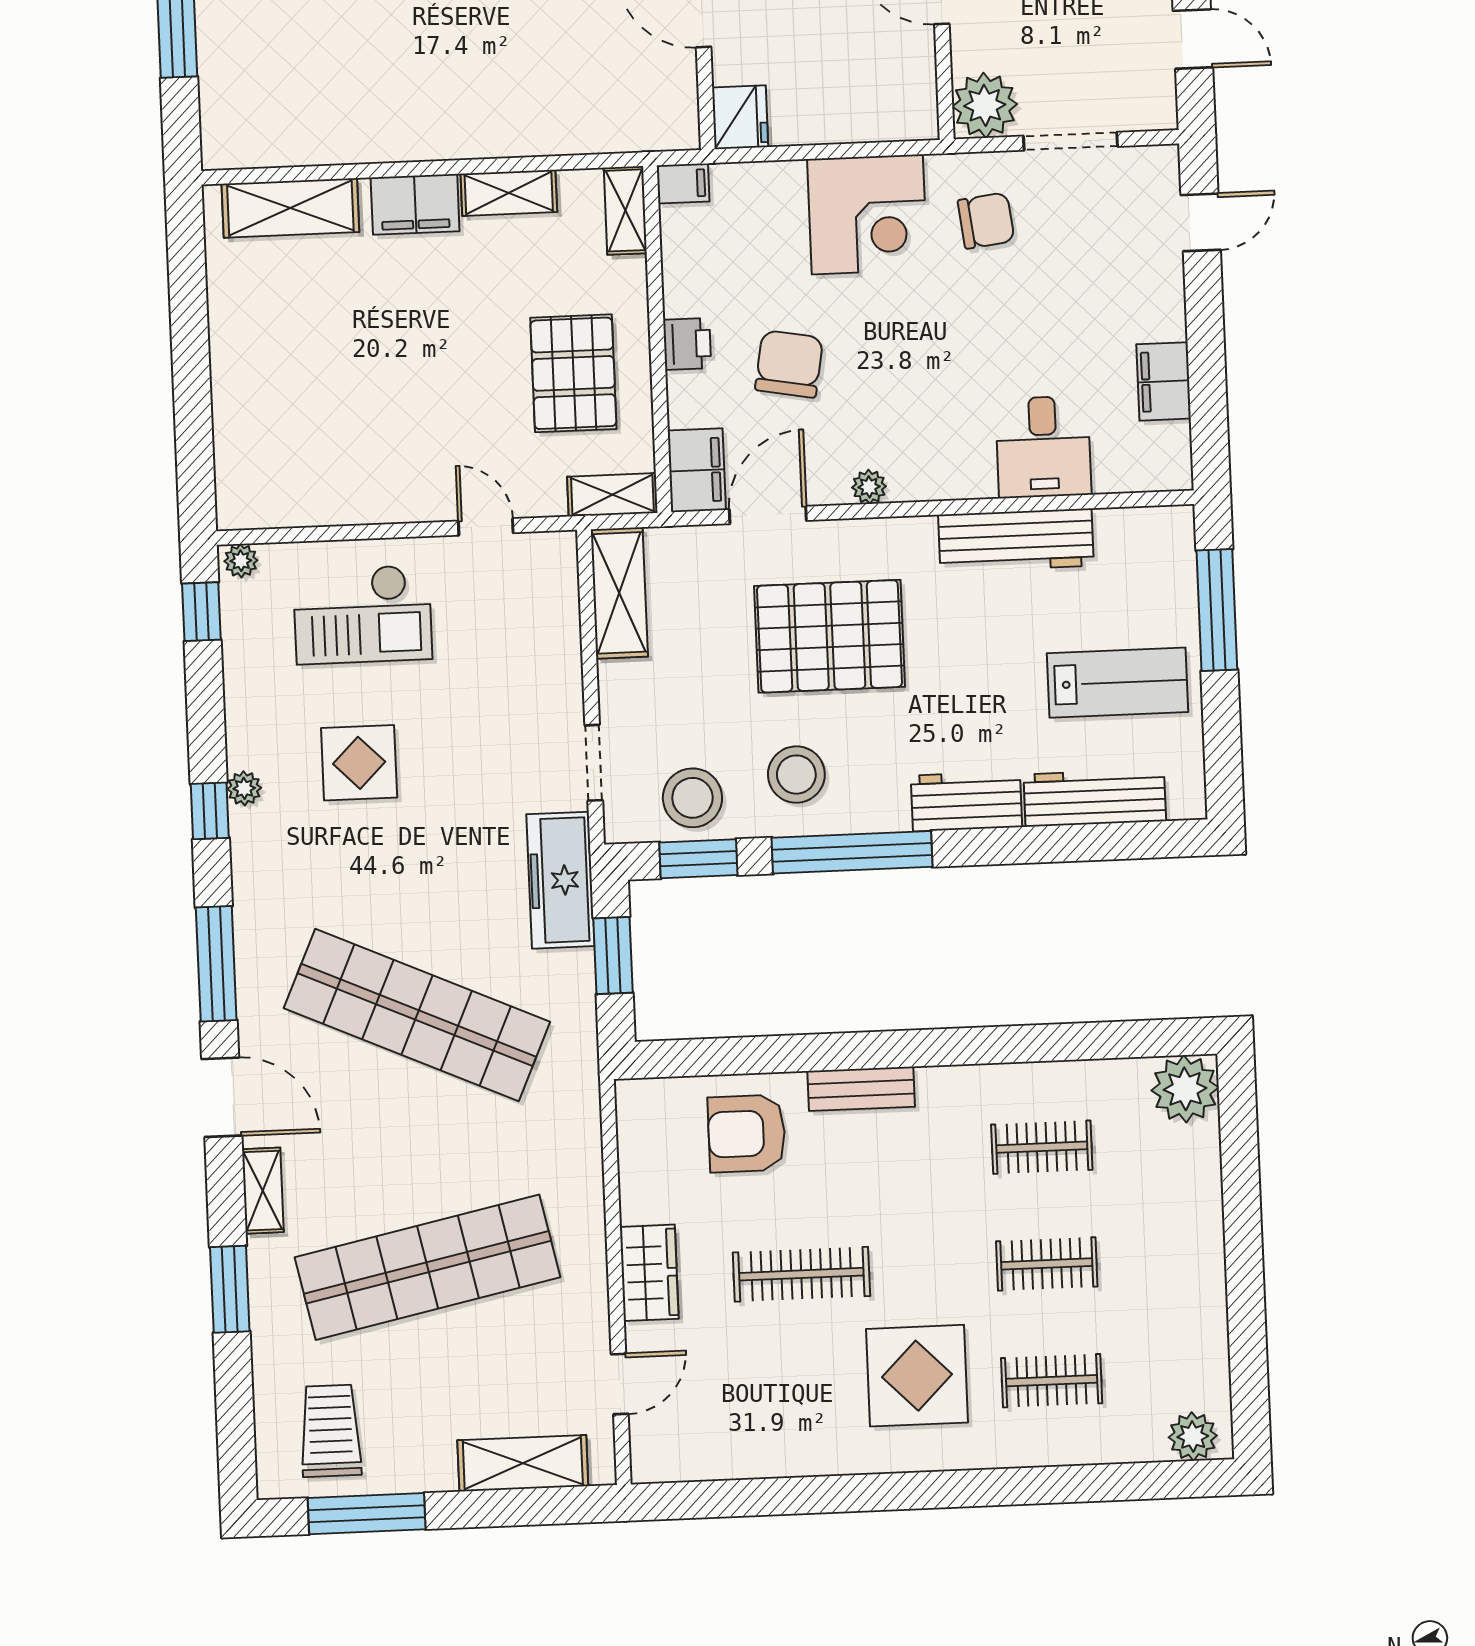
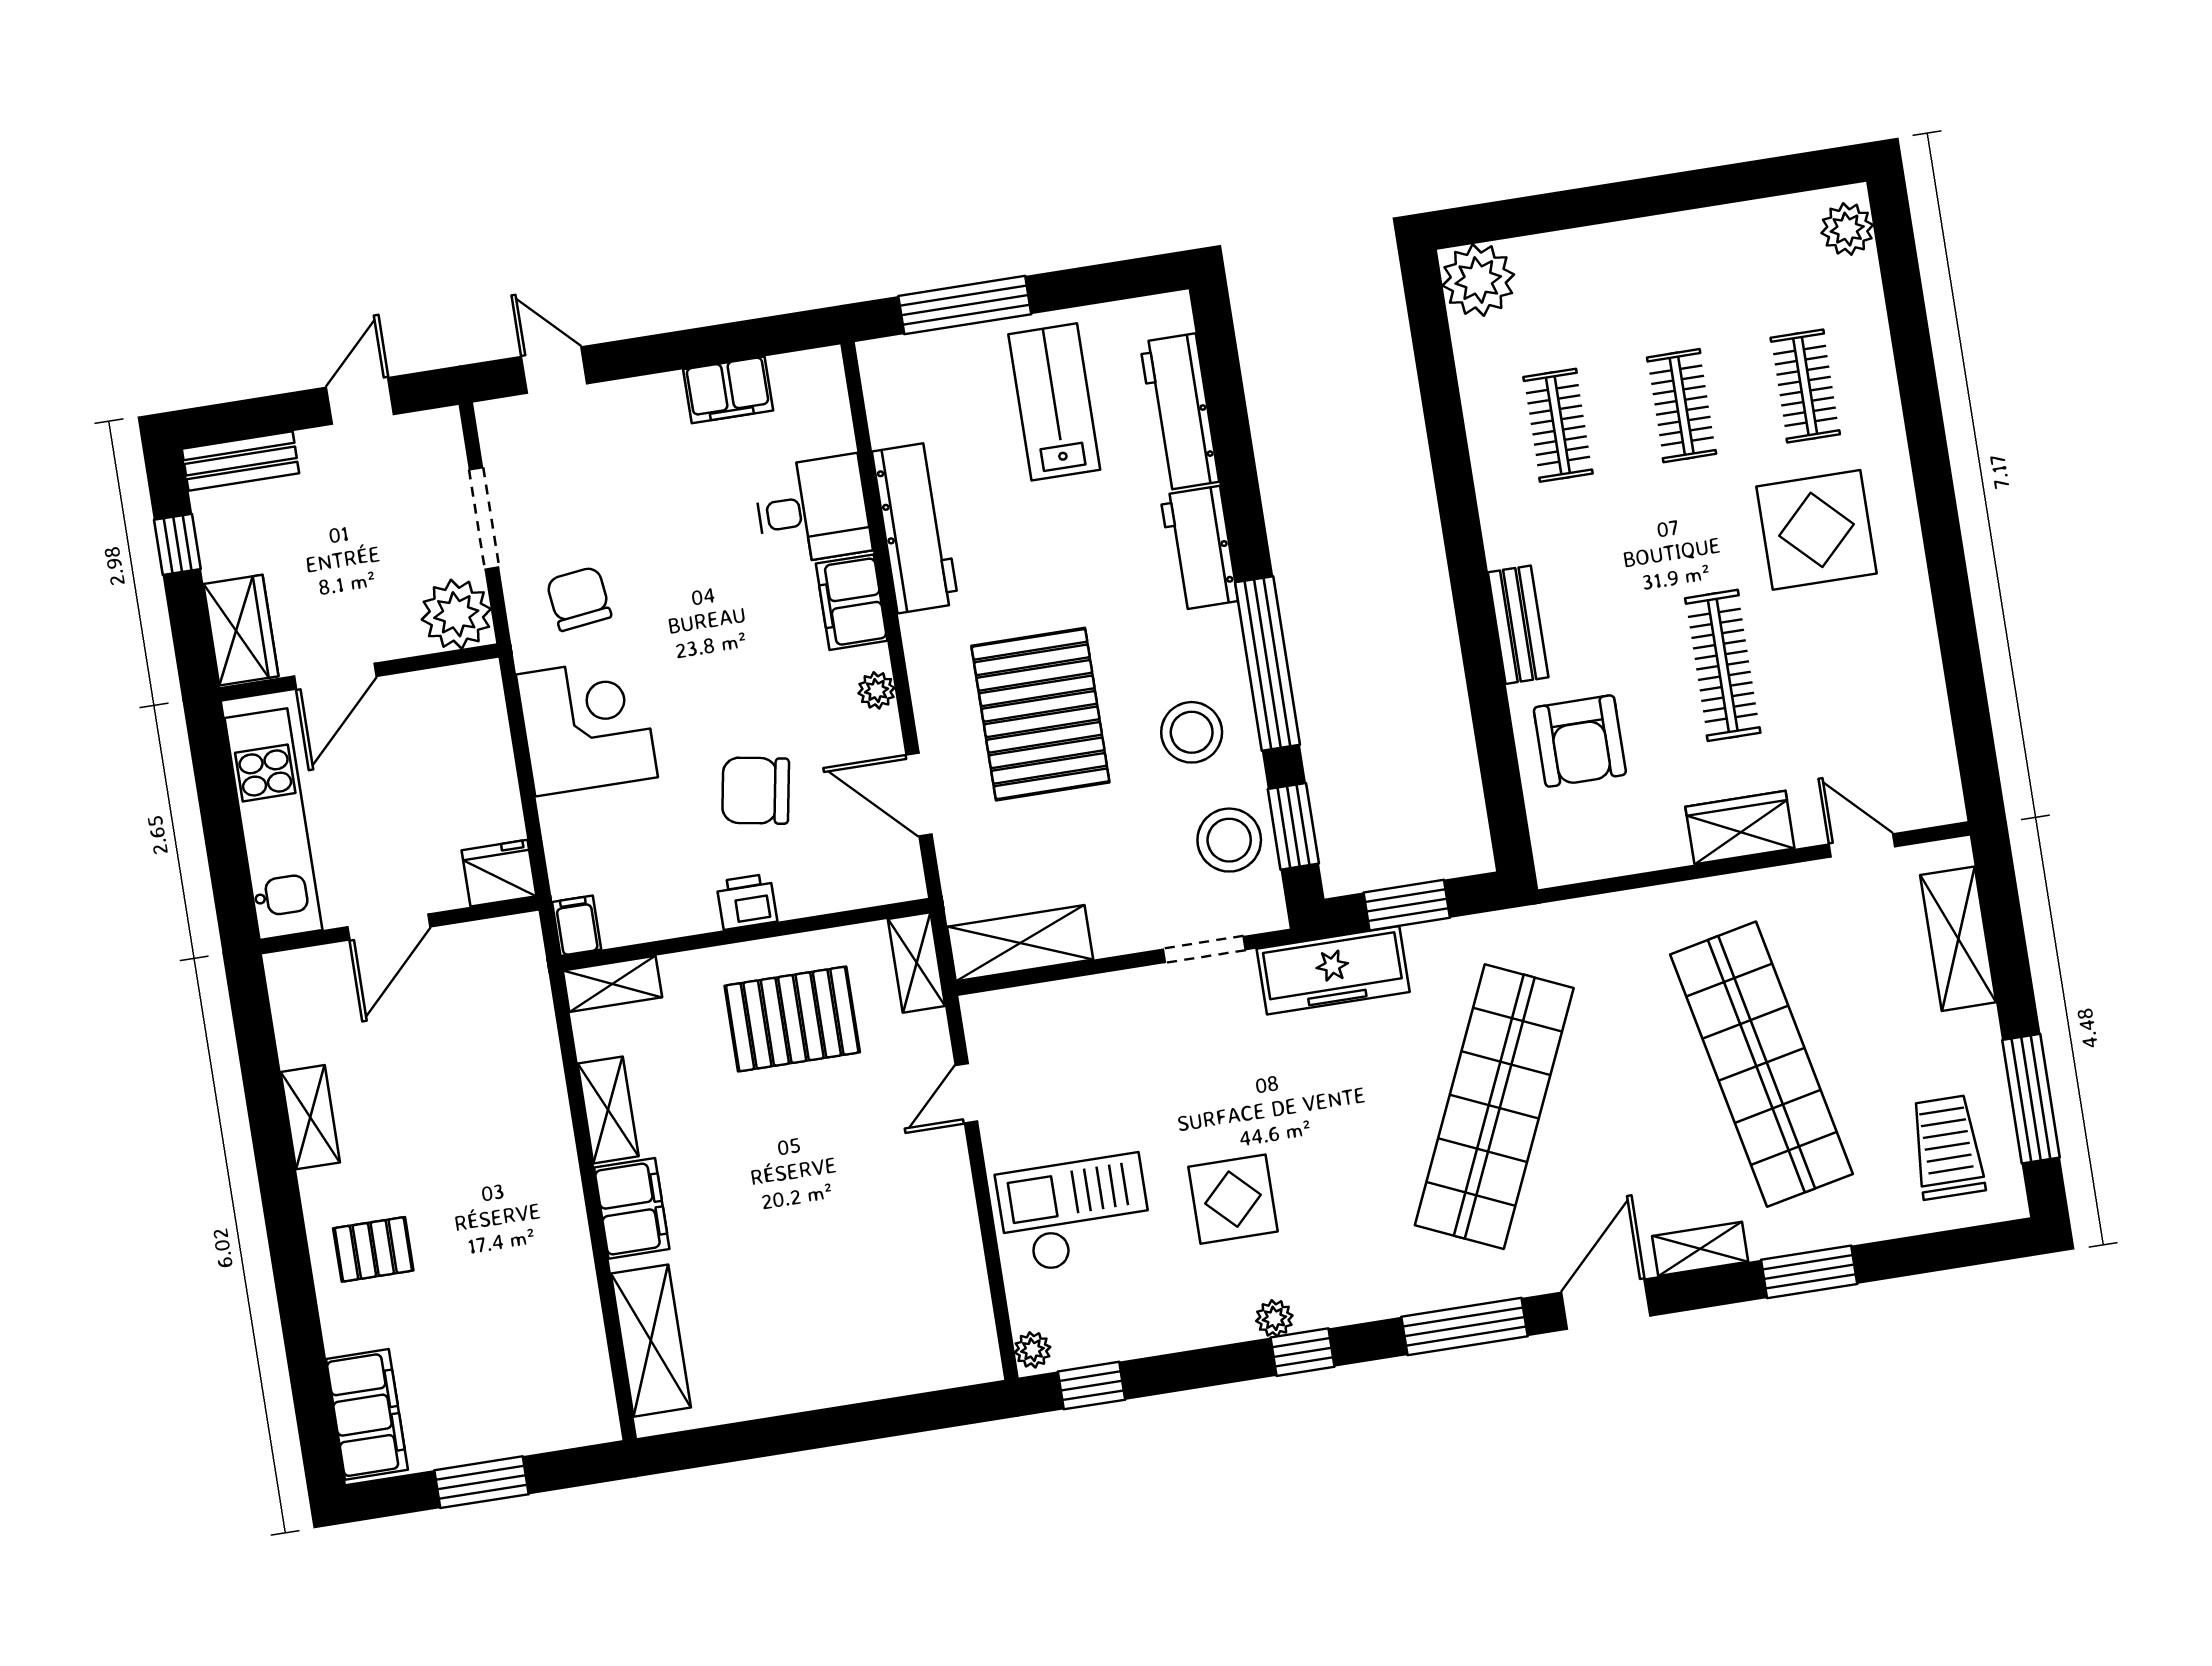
filing cabinet: (697, 470) -> (852, 602), moved, turned -90
checkout: (363, 614) -> (1075, 1214), turned -90
trolley: (331, 1431) -> (1947, 1147), turned 90

